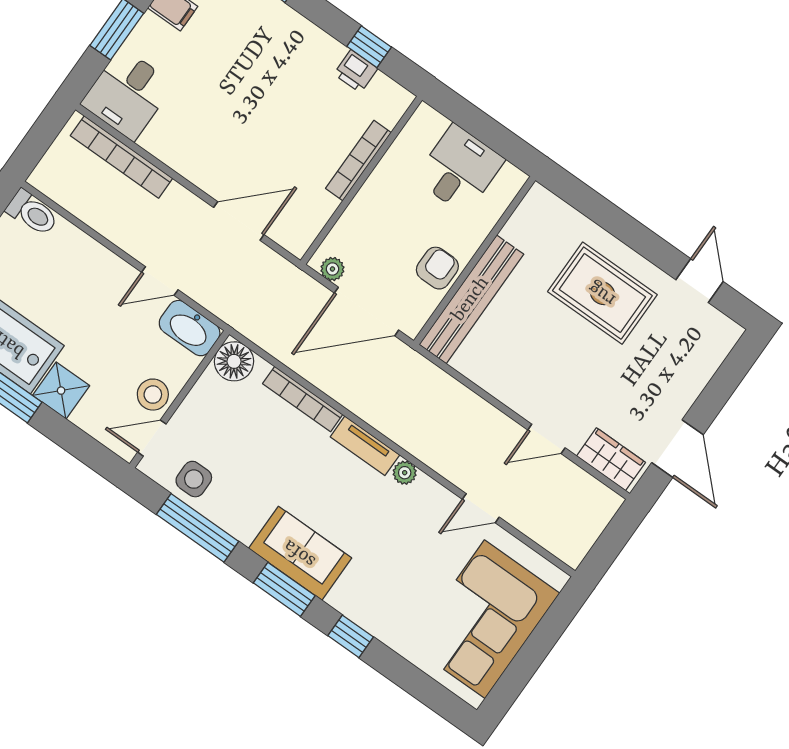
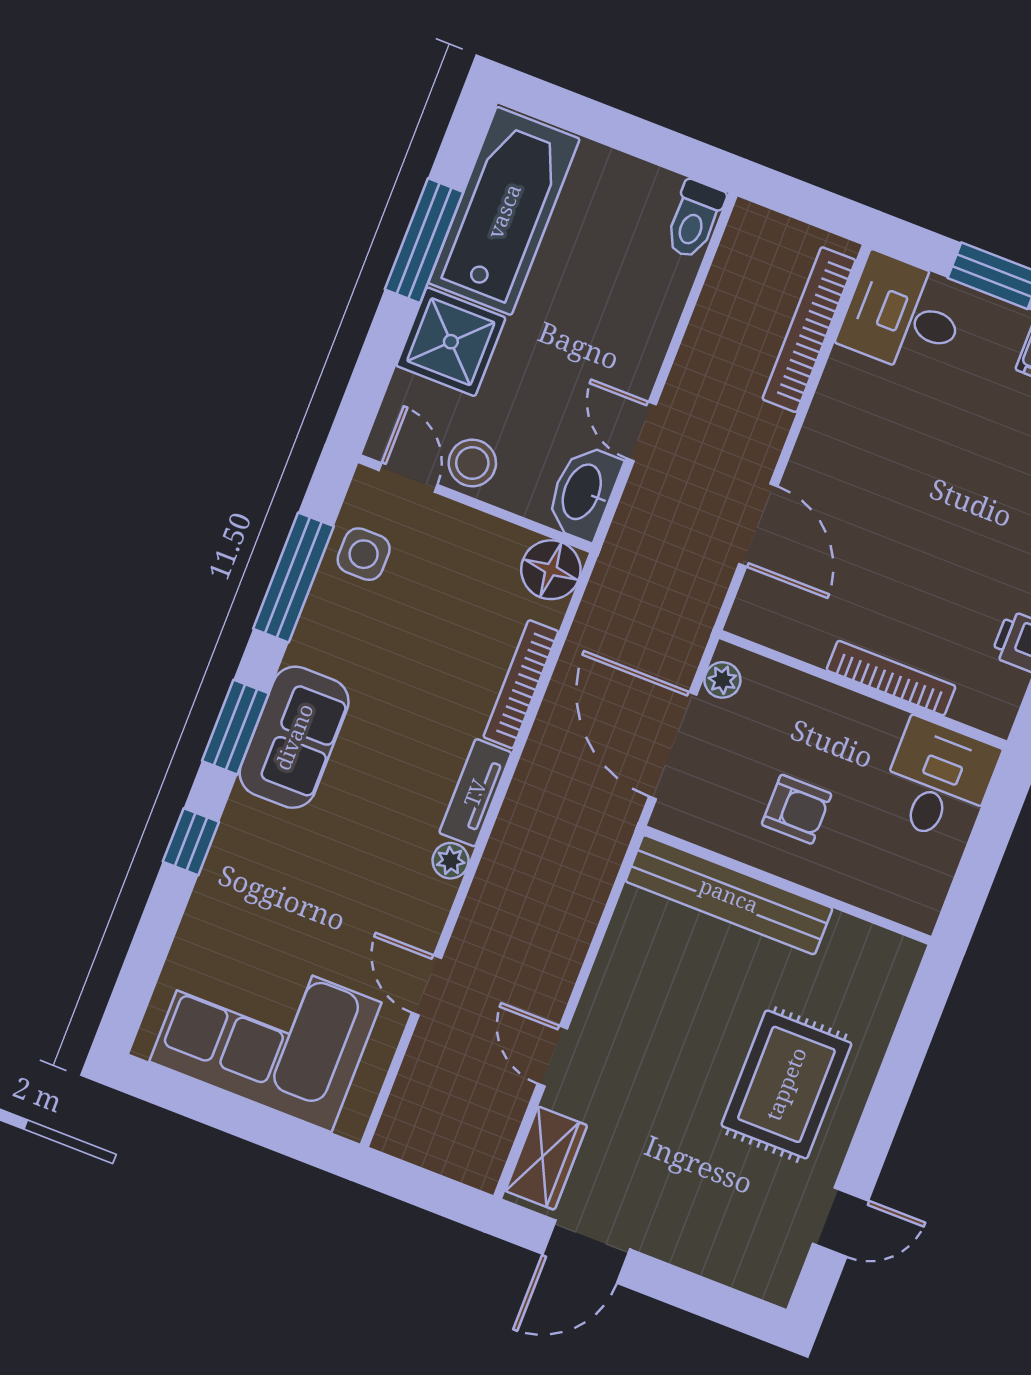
desk: (459, 169) -> (938, 781), moved, turned -90
armchair: (437, 268) -> (797, 809), moved
shower: (61, 391) -> (451, 342), width x1.36, depth x1.36

